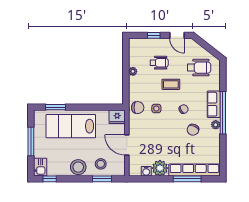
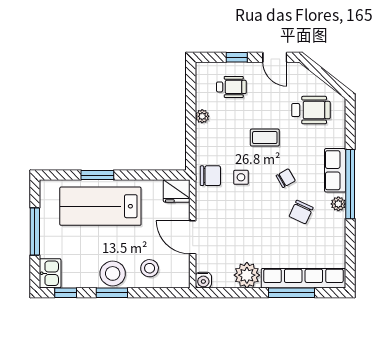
wheelchair: (159, 63) -> (231, 87), moved
window: (56, 107) -> (97, 175), moved
water cooler: (146, 171) -> (203, 280), moved
window: (102, 179) -> (112, 293), moved

